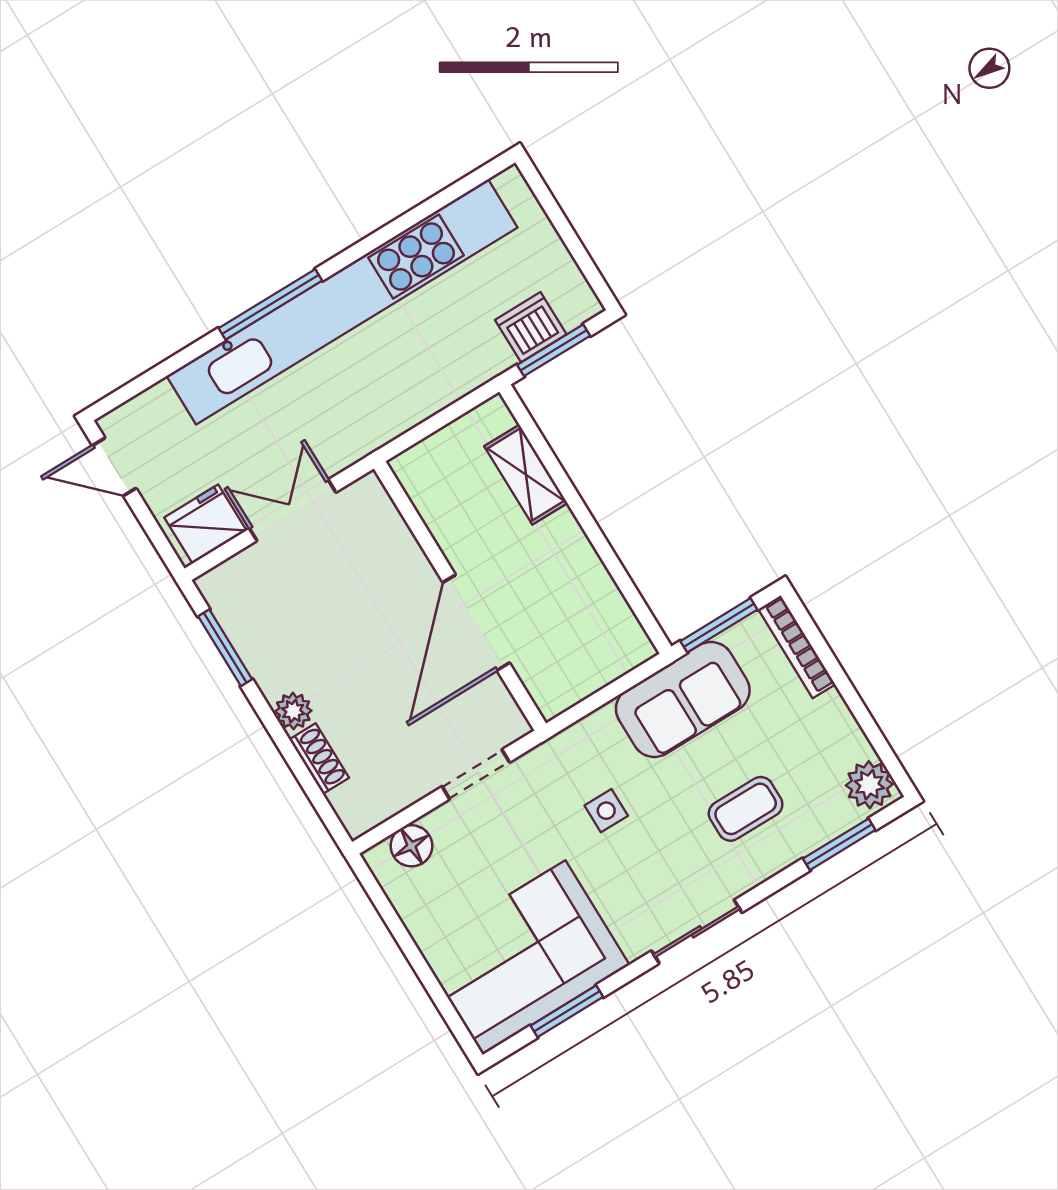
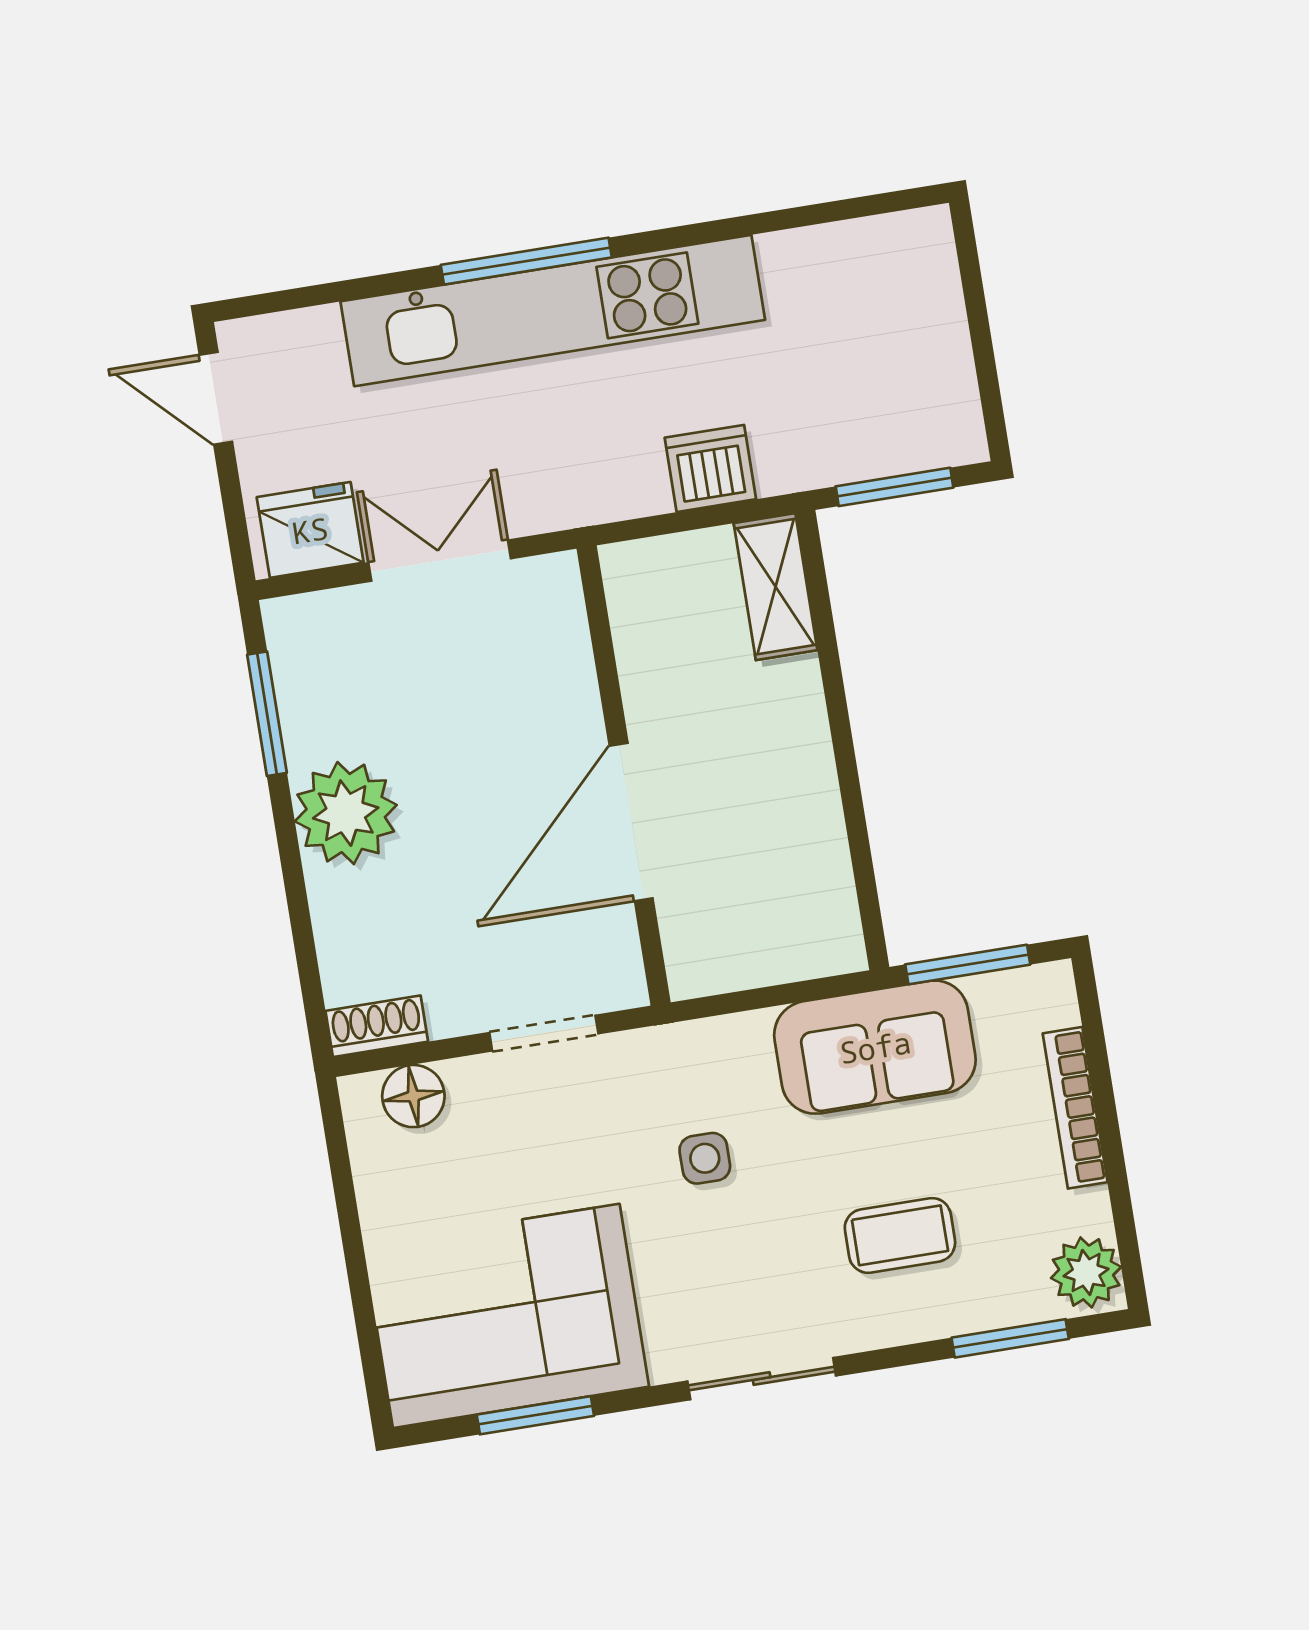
kitchen unit: (342, 302) -> (553, 311), width x0.73
dishwasher: (531, 327) -> (710, 468), moved
shelving: (526, 475) -> (776, 587), moved
bookcase: (797, 647) -> (1075, 1108), moved
plant: (293, 711) -> (346, 813), width x1.87, depth x1.87
shoe rack: (319, 759) -> (377, 1026), moved, turned -90

